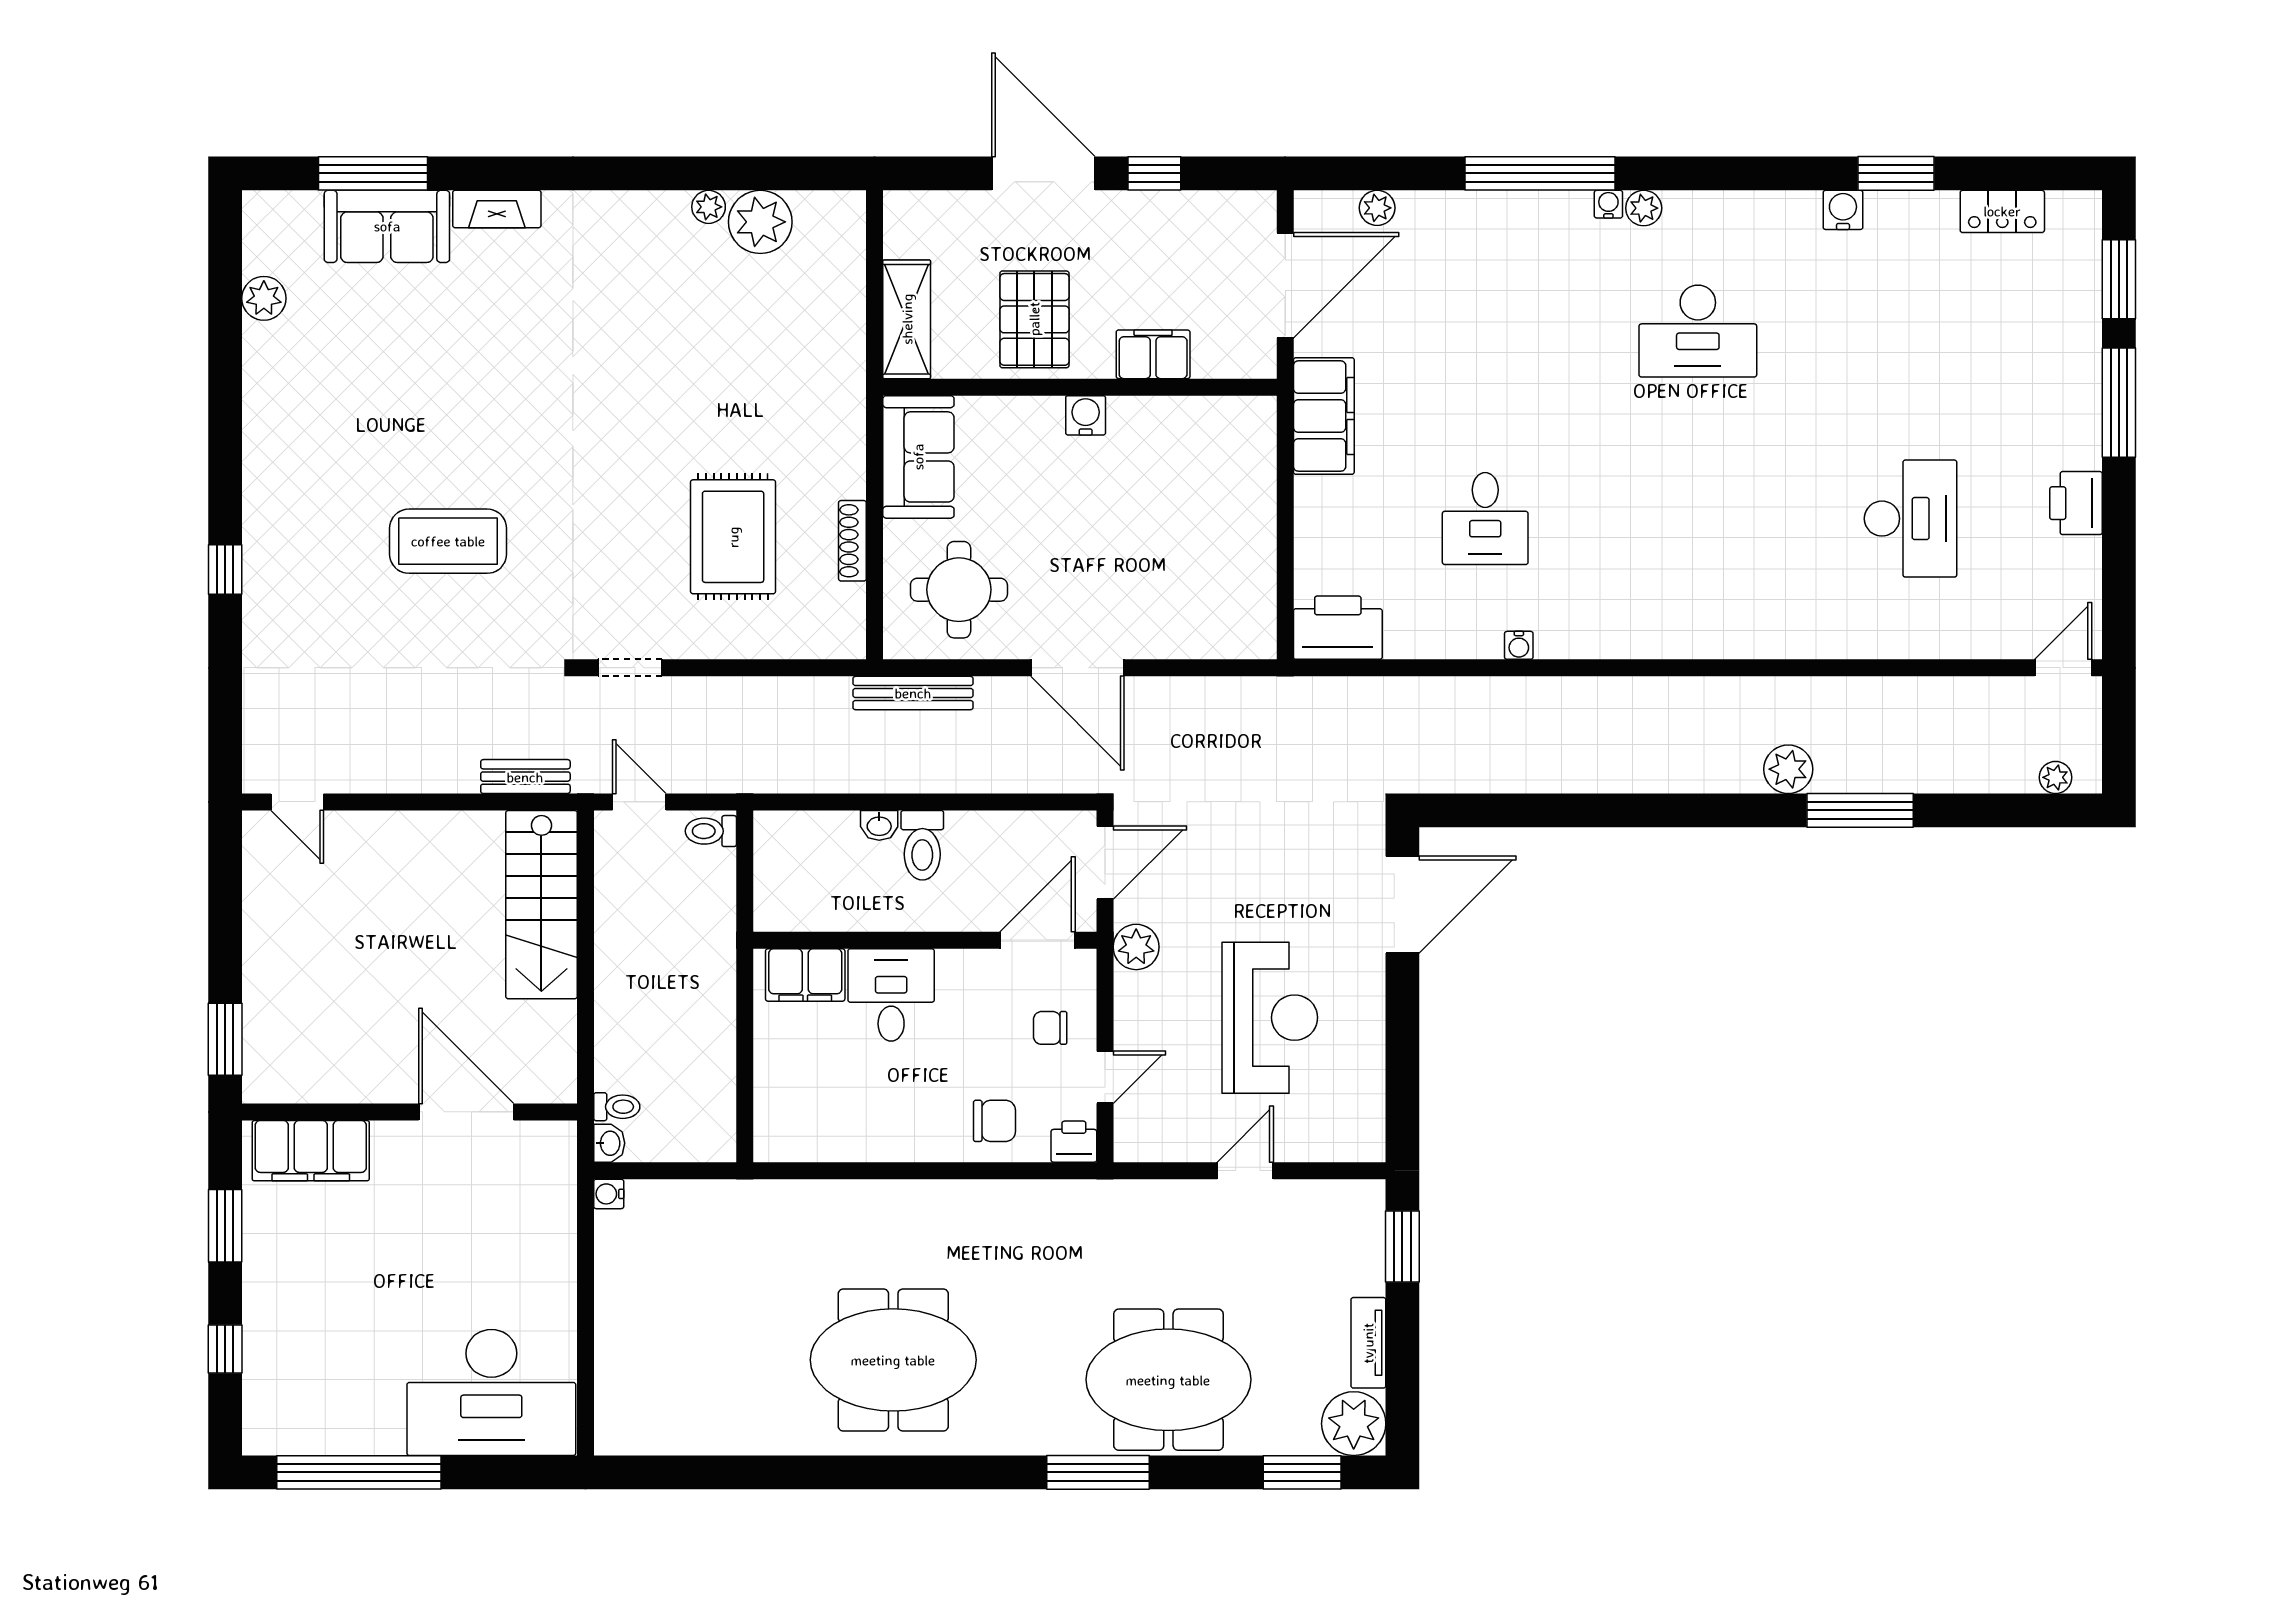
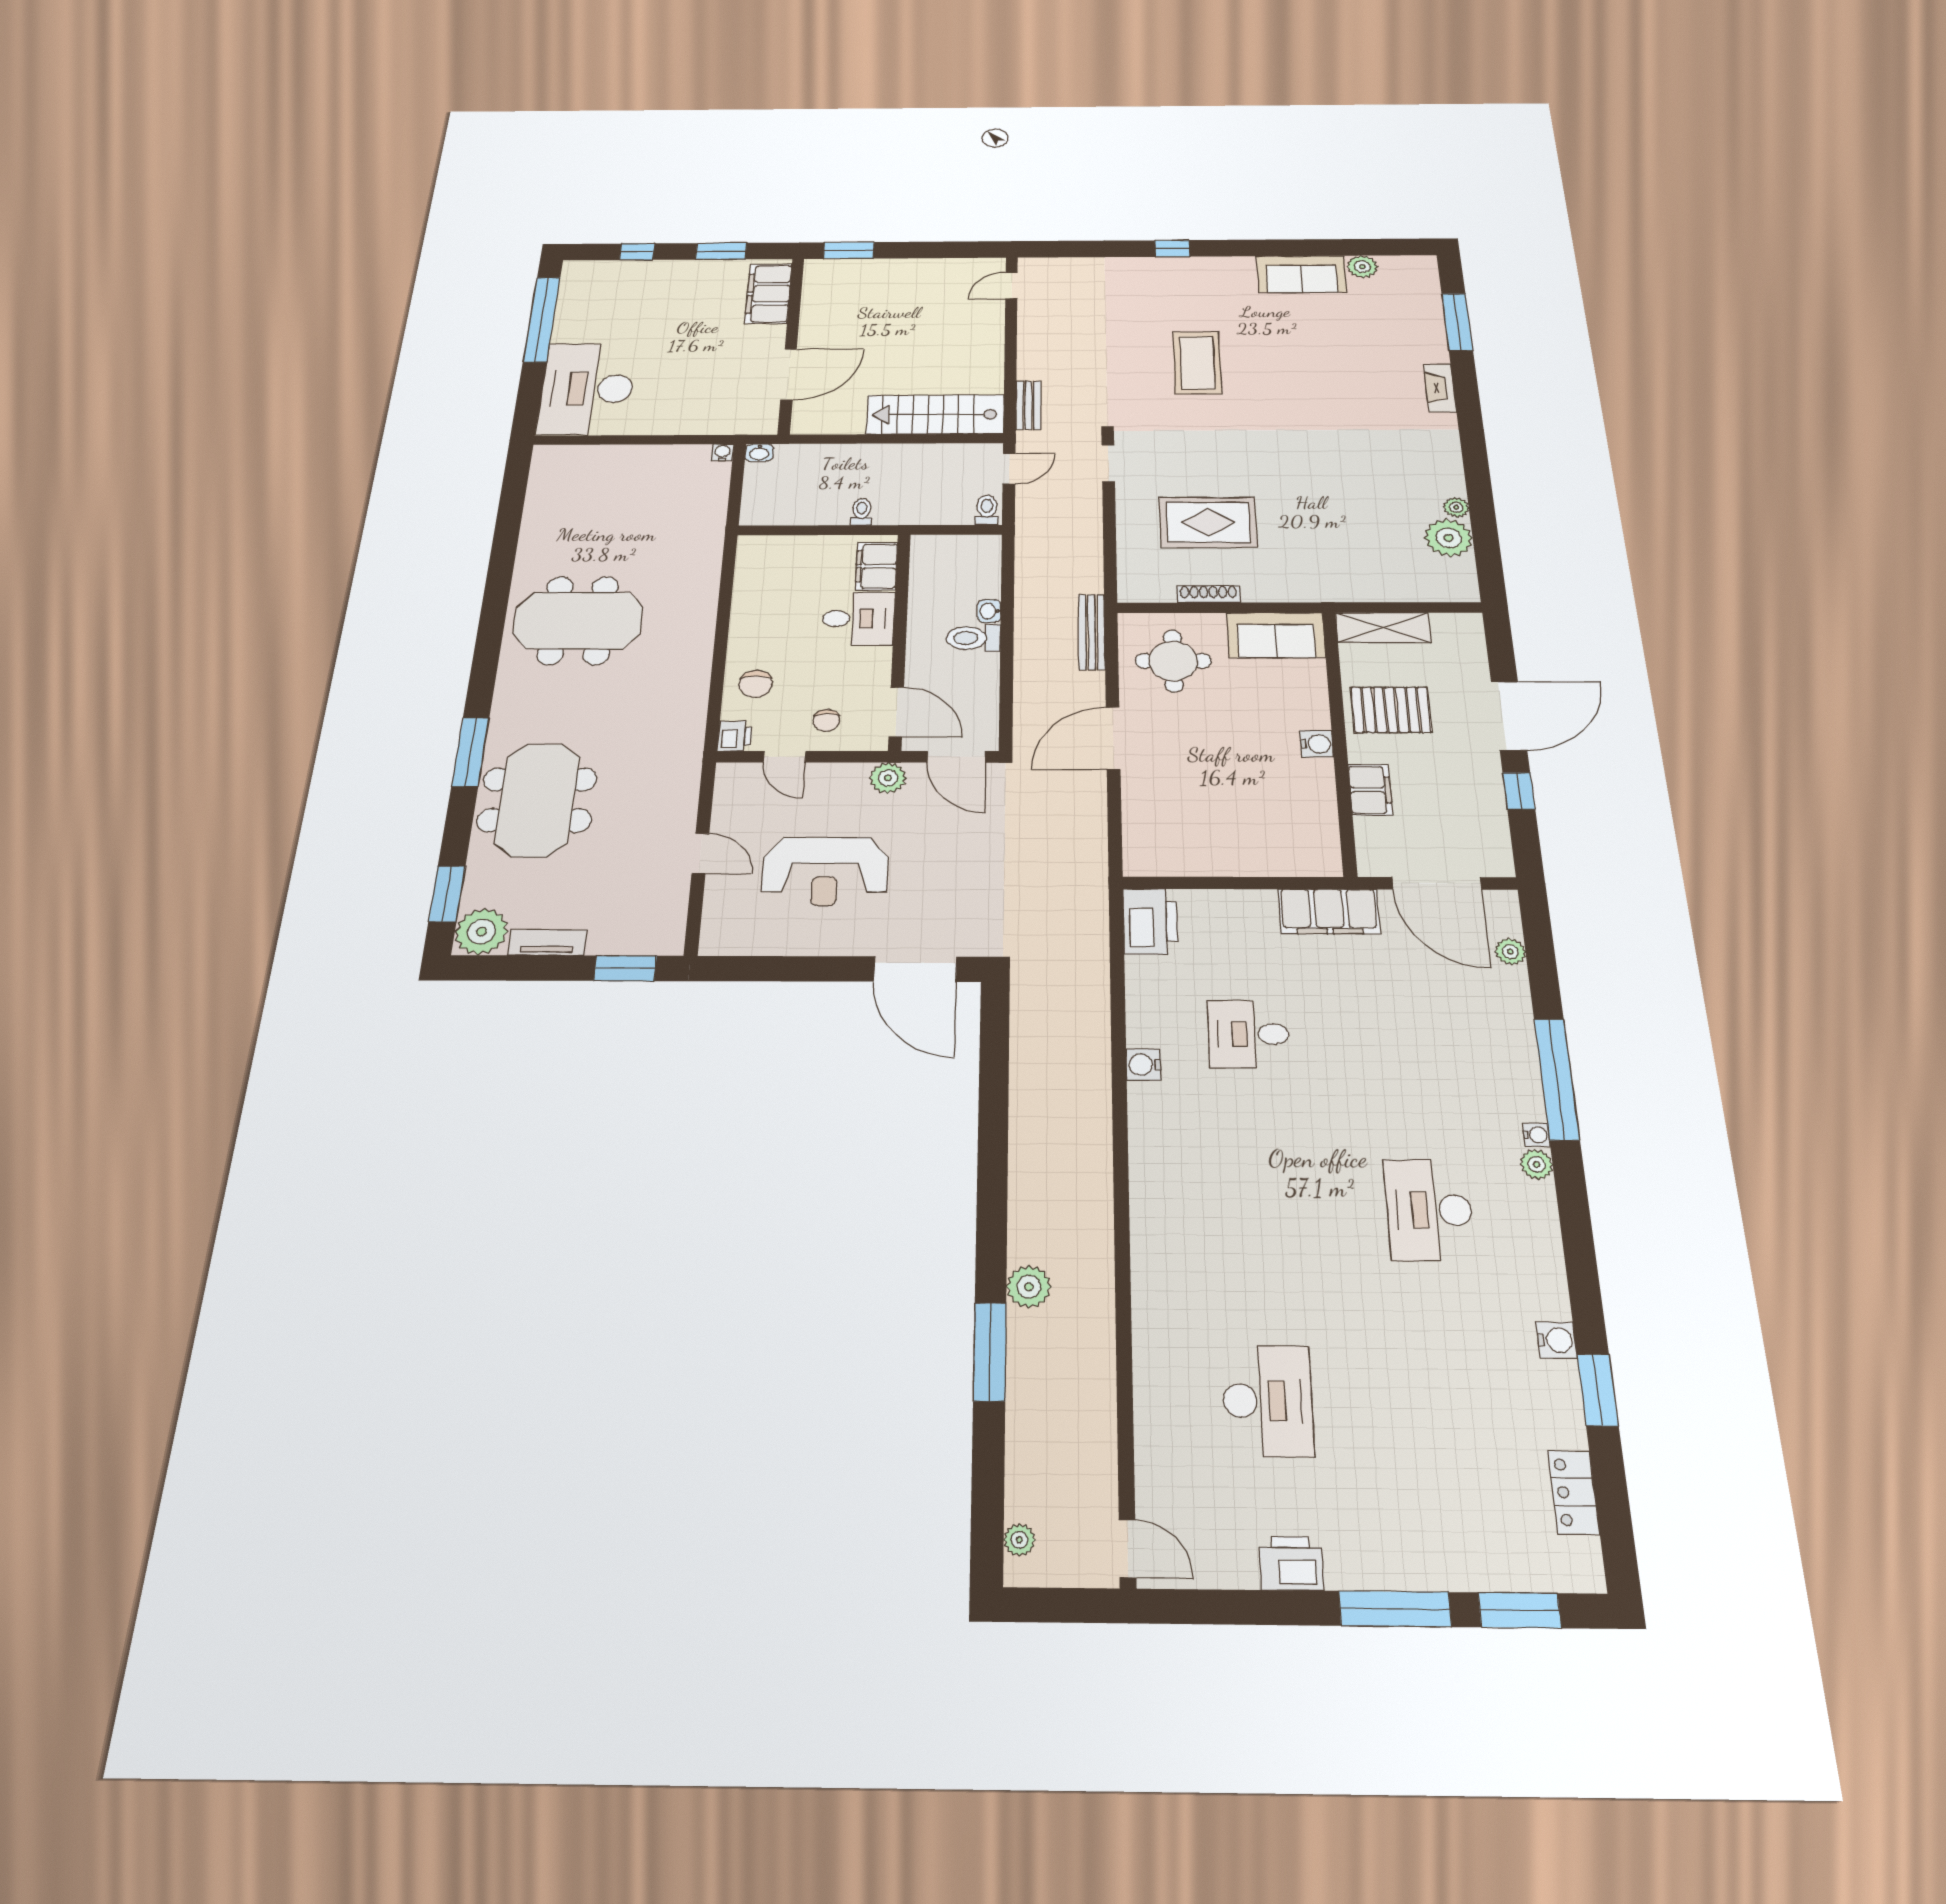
sofa: (387, 226) -> (1301, 274), moved, turned -90
desk: (1911, 519) -> (1268, 1401), turned -90
water cooler: (1519, 645) -> (1143, 1065), width x1.38, depth x1.38
chair: (1050, 1028) -> (826, 720), turned 180
toilet: (617, 1107) -> (862, 512), moved, turned 180
meeting table: (893, 1360) -> (578, 620), turned 90

